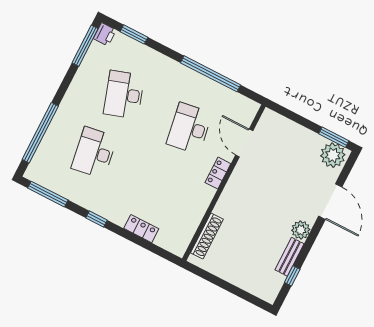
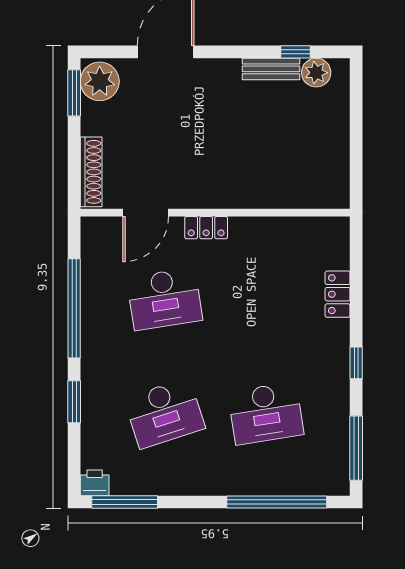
window: (134, 34) -> (74, 402), moved
plant: (301, 230) -> (316, 73), moved
shoe rack: (207, 236) -> (91, 172), moved, turned 90

